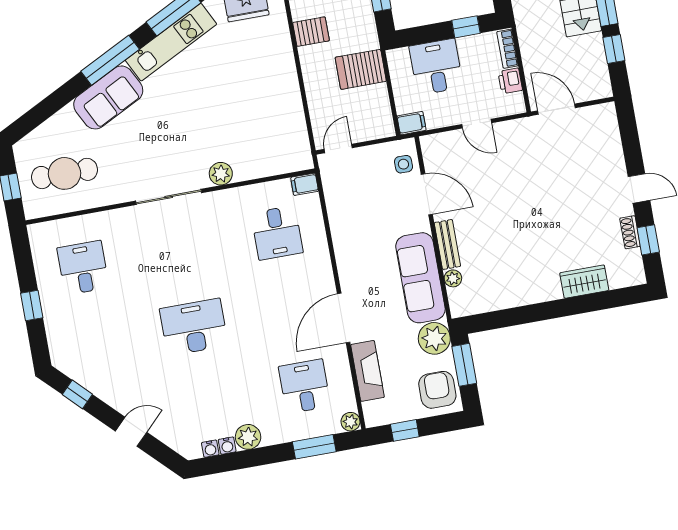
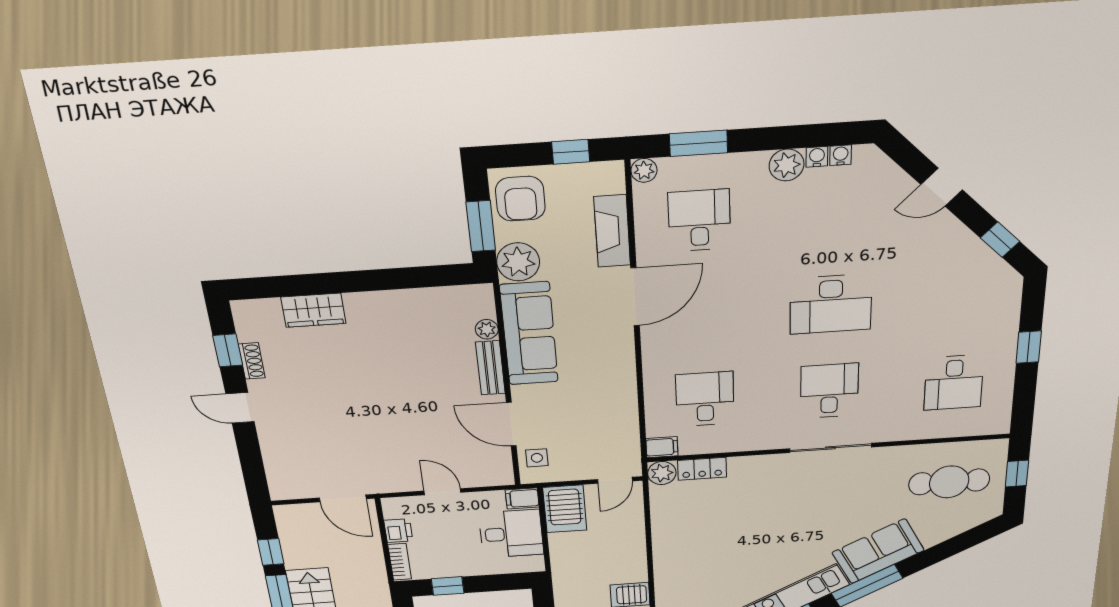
desk: (436, 67) -> (511, 534), moved, turned -90
server rack: (361, 69) -> (565, 509), moved, turned 90
locker: (269, 167) -> (702, 469), added
plant: (221, 174) -> (662, 473), moved
desk: (180, 250) -> (829, 391), added
desk: (305, 386) -> (699, 220), turned 180

